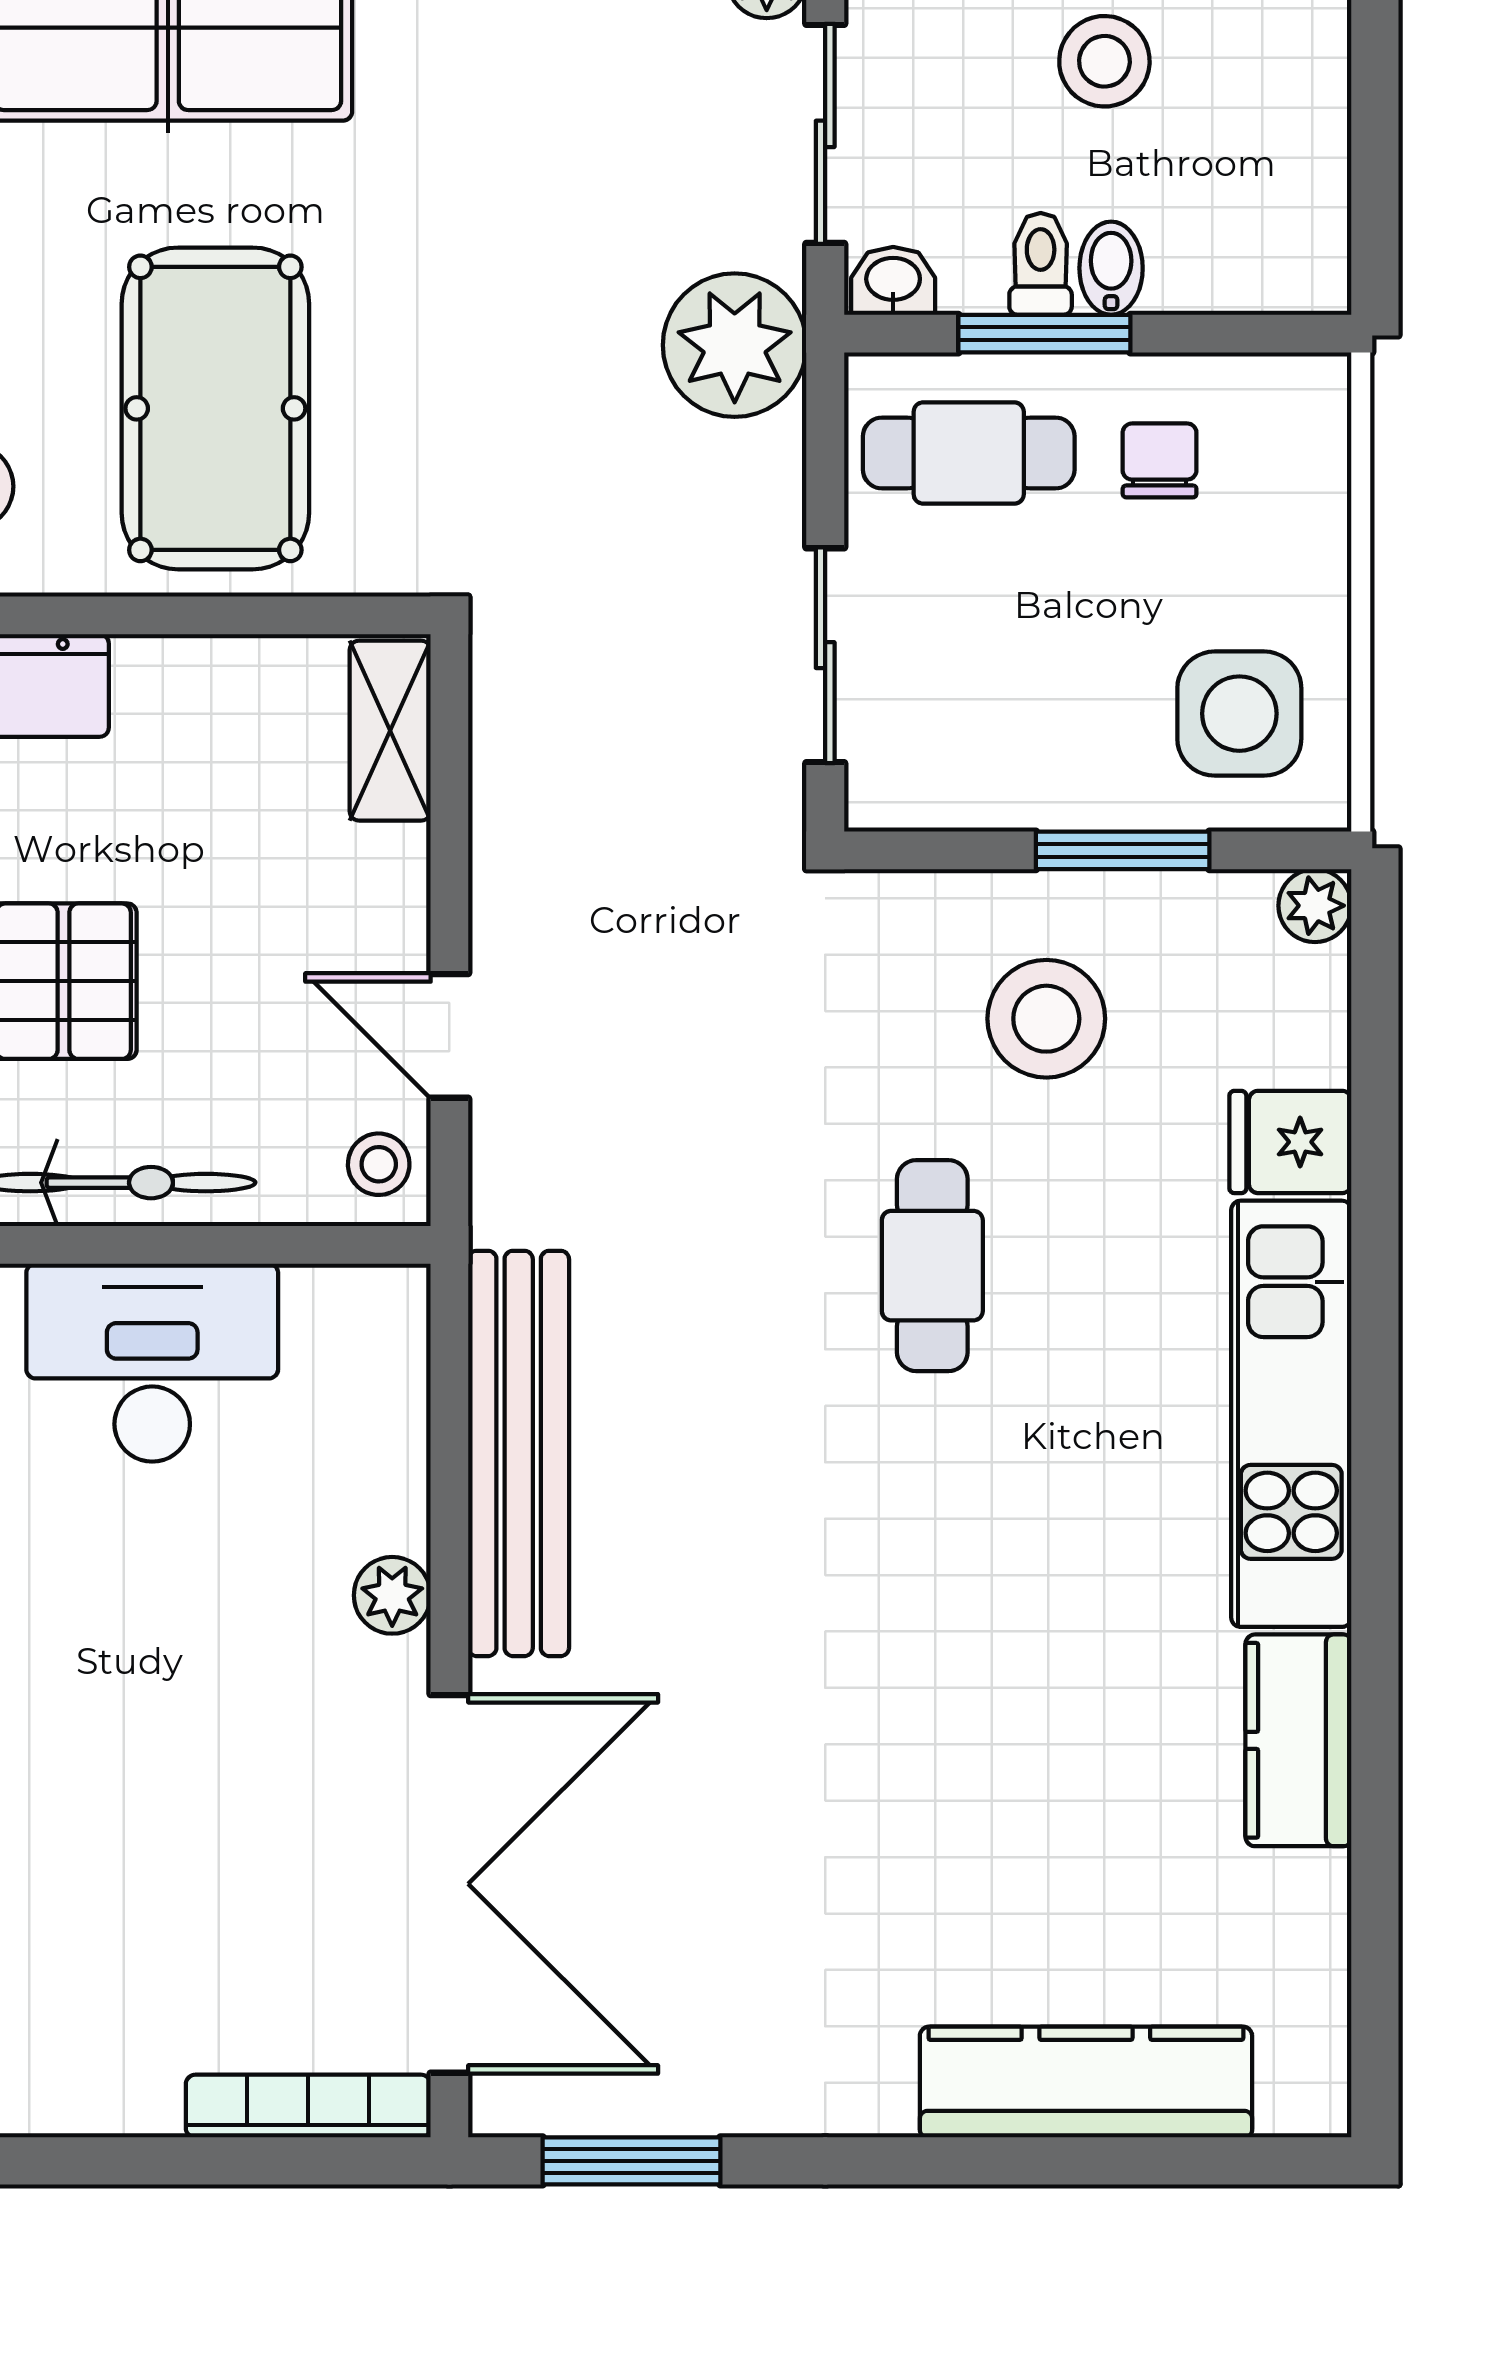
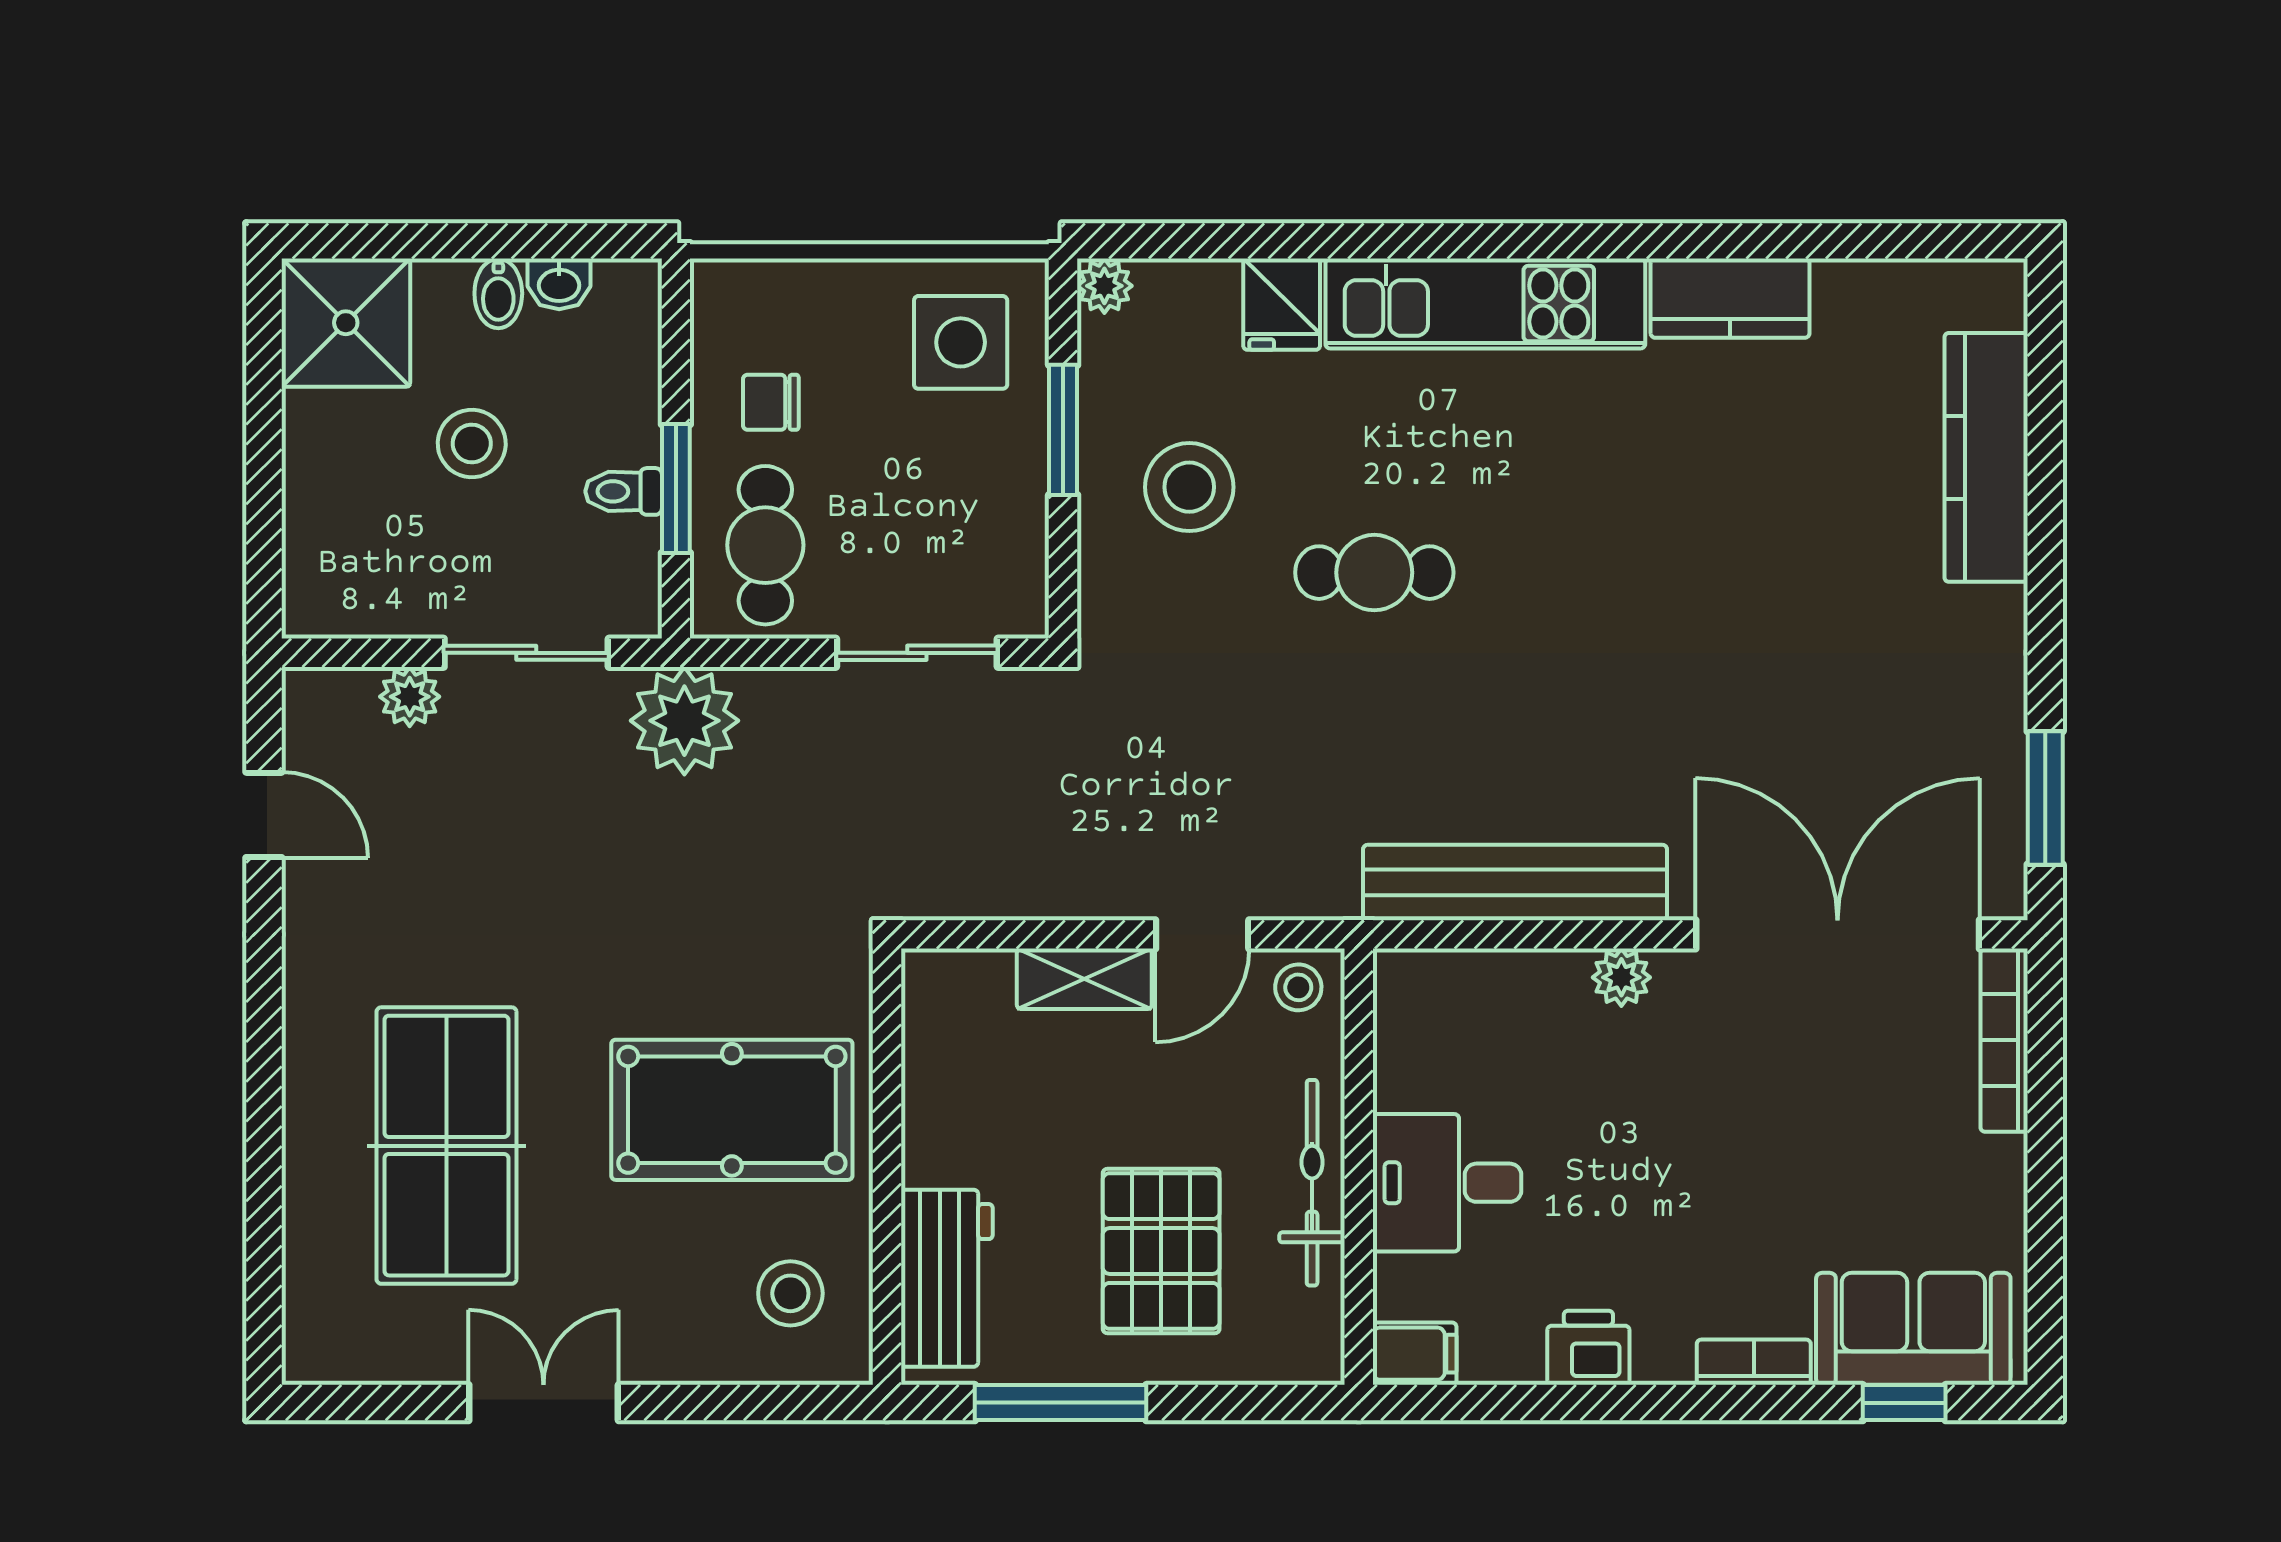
bidet: (1111, 268) -> (498, 293), moved, turned -90
washbasin: (893, 281) -> (559, 284), moved, turned -90
shelving: (390, 731) -> (1084, 979), moved
desk: (152, 1363) -> (1447, 1183), width x0.73

